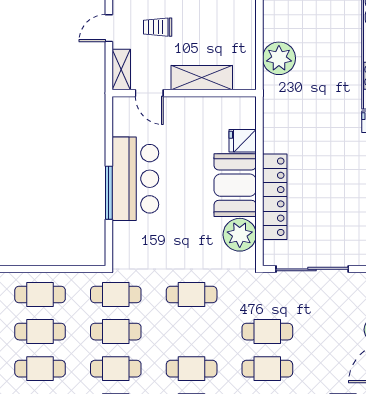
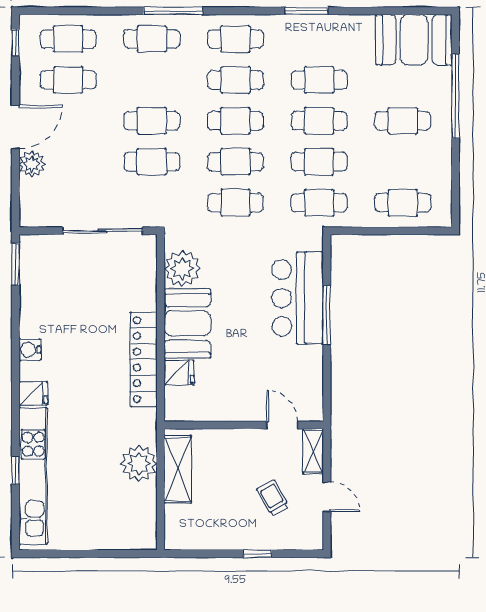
trolley: (158, 27) -> (273, 498), turned -119
door: (109, 28) -> (327, 497), hinge flipped
shelving: (202, 78) -> (178, 469), moved, turned 90
bar counter: (135, 179) -> (298, 298), moved
locker: (275, 197) -> (144, 360), moved
cafe table: (40, 332) -> (235, 162), moved

